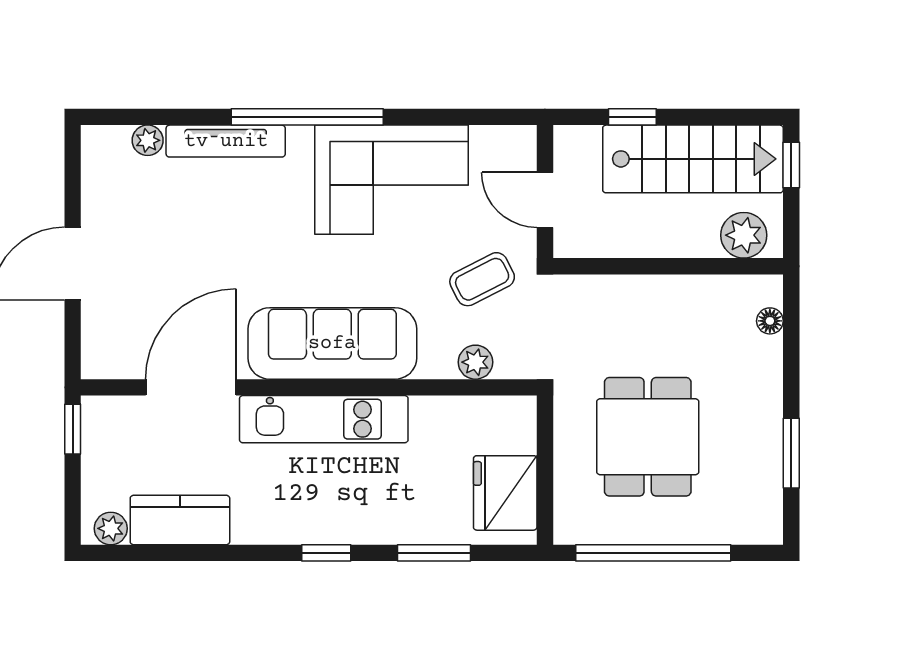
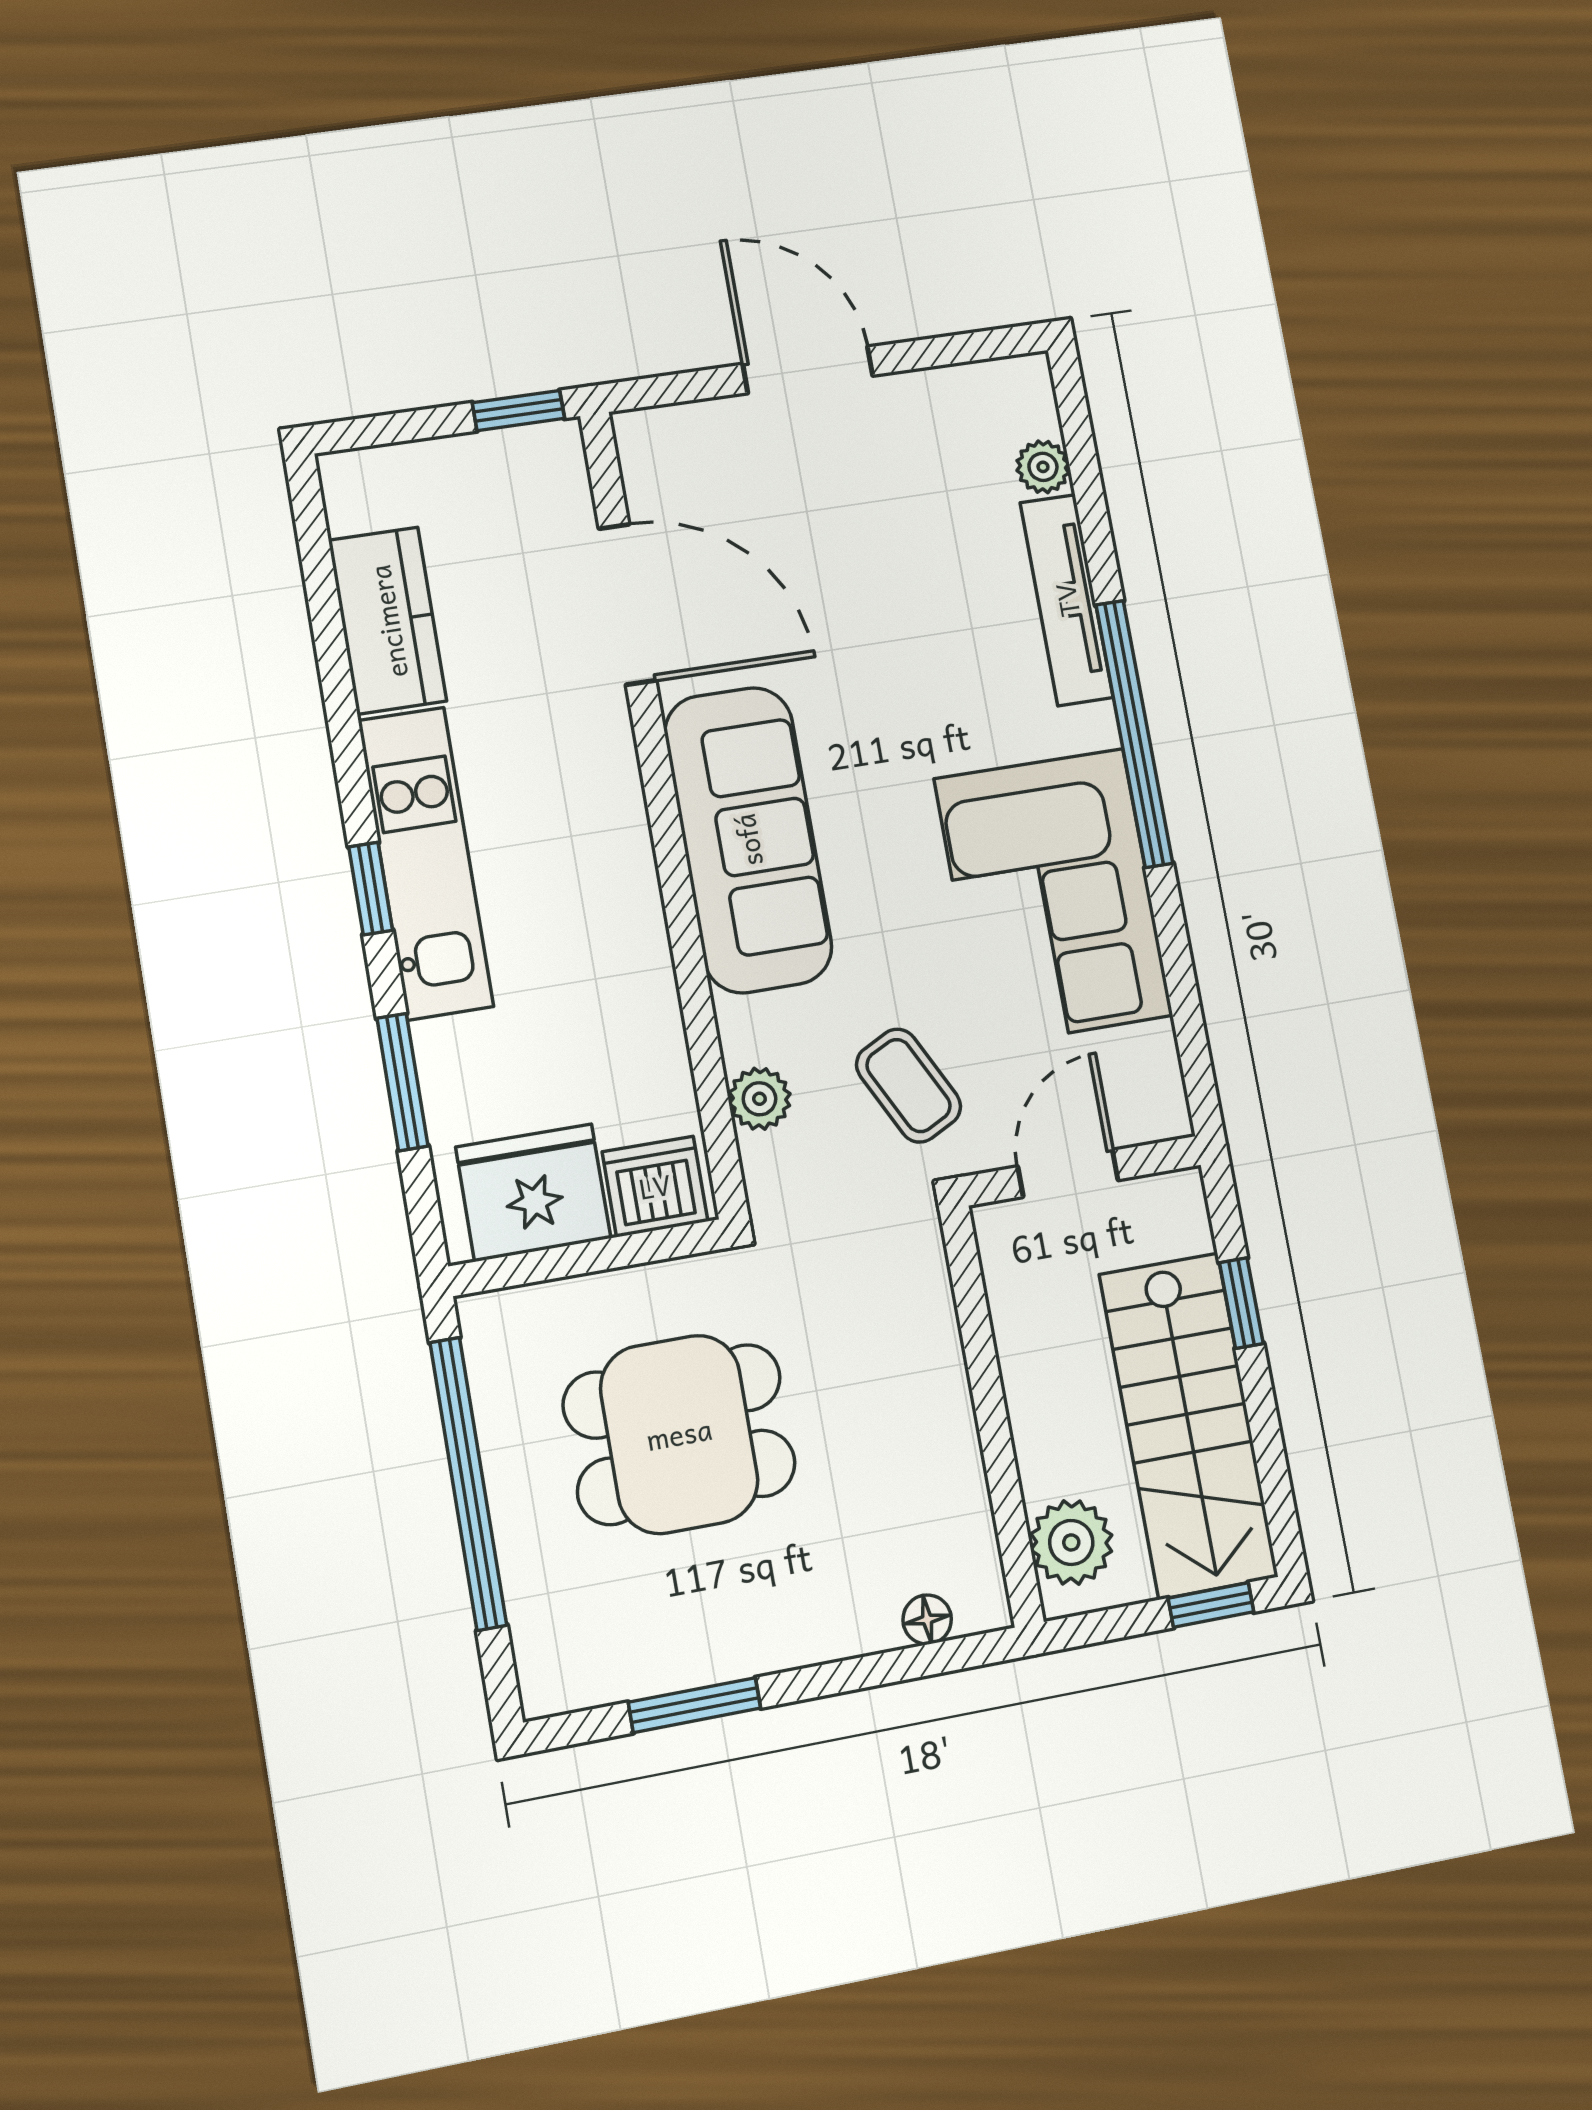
kitchen unit: (324, 419) -> (426, 863), moved, turned 180
dishwasher: (513, 427) -> (655, 1186), added
plant: (111, 528) -> (352, 502), removed

